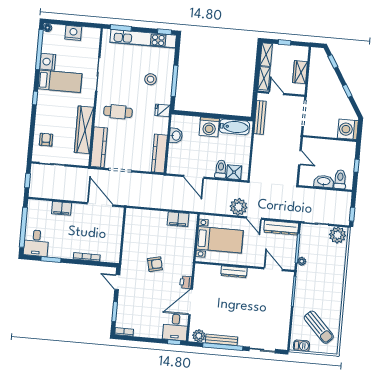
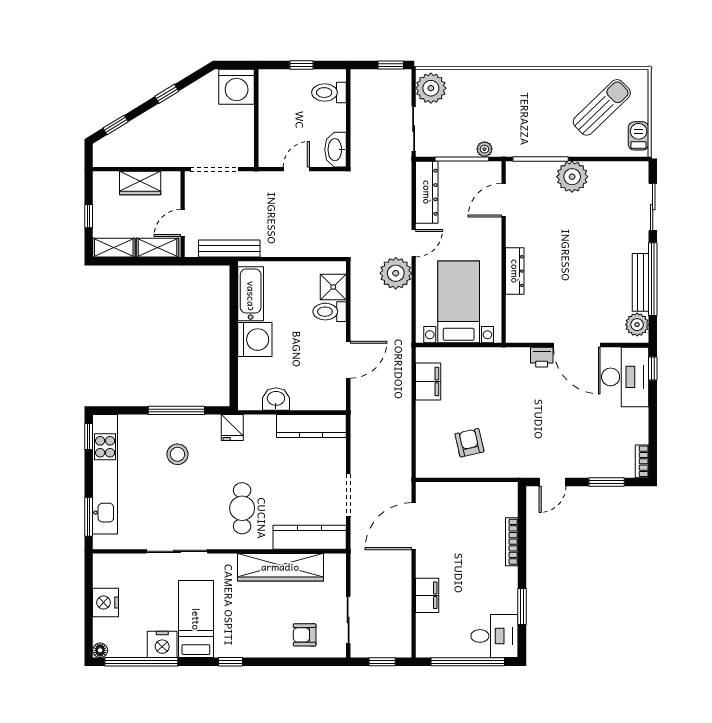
washbasin: (324, 181) -> (335, 150), moved
armchair: (155, 264) -> (469, 443), moved
plant: (282, 308) -> (572, 177), added
desk: (175, 327) -> (625, 377), width x1.37

